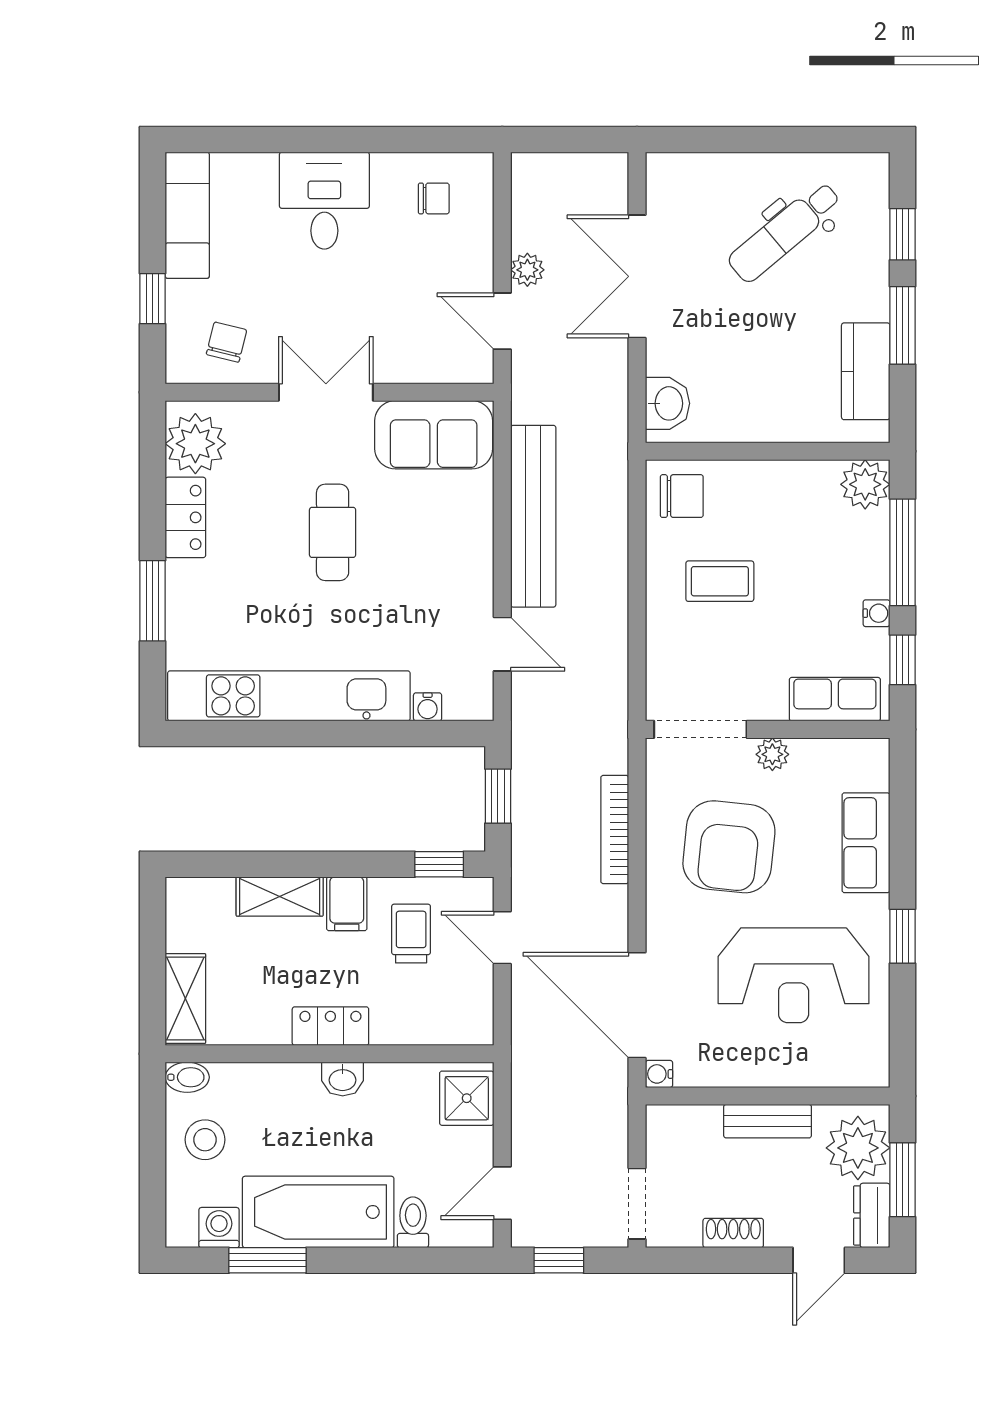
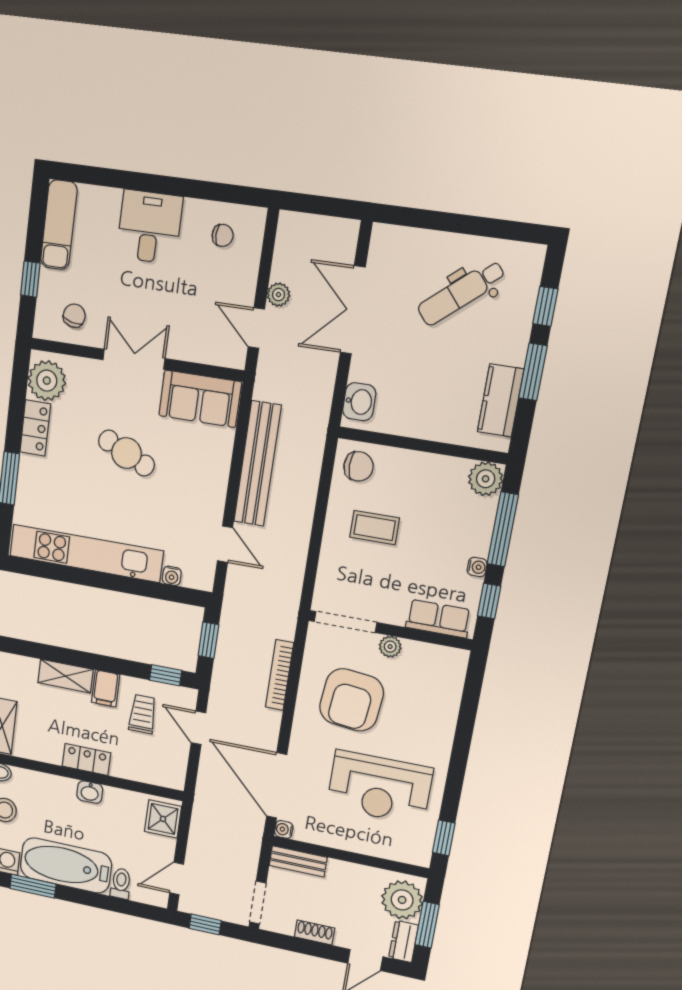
cafe table: (333, 532) -> (126, 453), turned -65
row of seats: (866, 843) -> (442, 715), removed
window: (902, 936) -> (444, 838), moved
bench: (768, 1121) -> (298, 861), moved

